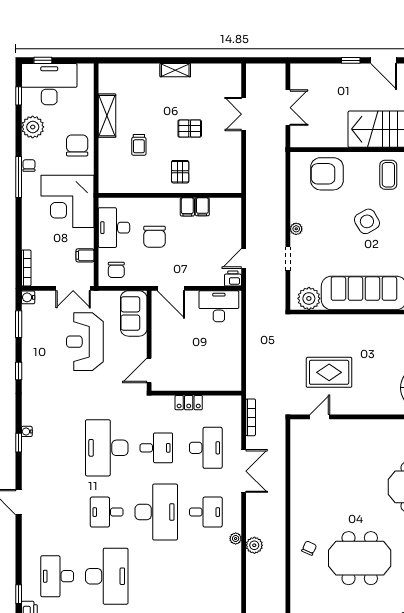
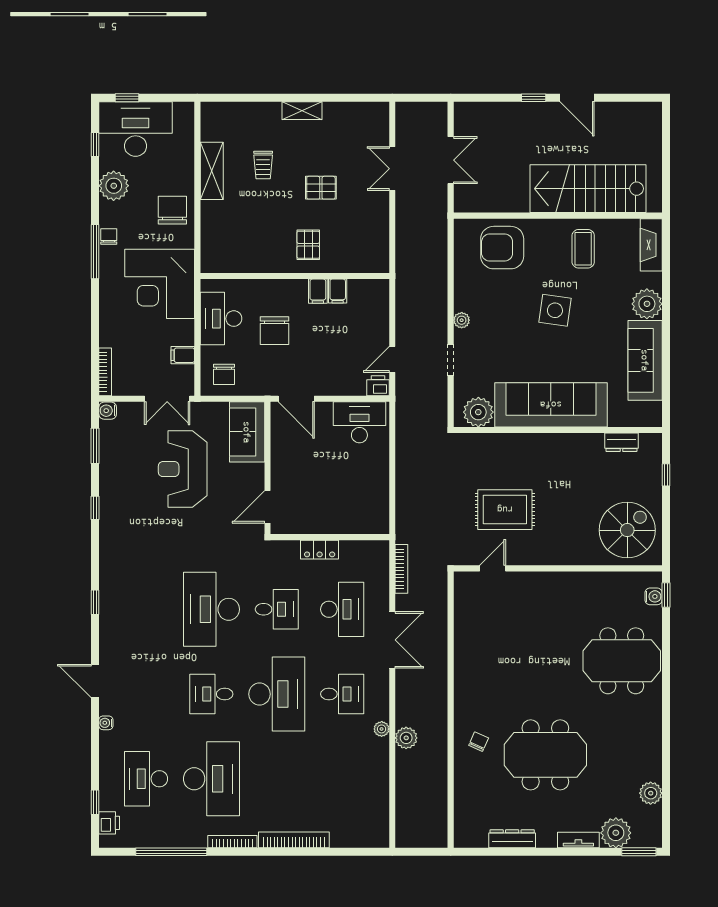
trolley: (139, 145) -> (263, 165), moved
side table: (367, 221) -> (555, 310), turned 38
water cooler: (27, 431) -> (106, 723), moved

